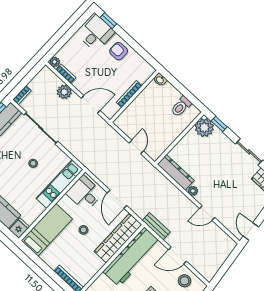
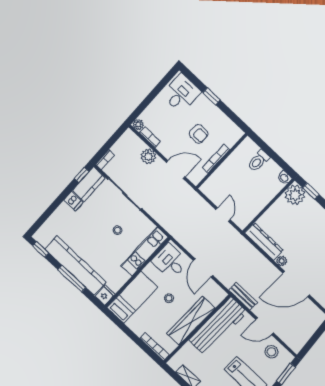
window: (108, 21) -> (212, 96), moved
armchair: (119, 51) -> (199, 134), moved, turned 180
washbasin: (160, 80) -> (284, 178), moved
toilet: (181, 106) -> (258, 161), moved
door: (207, 213) -> (296, 284), width x1.88
wardrobe: (118, 238) -> (191, 321), moved

